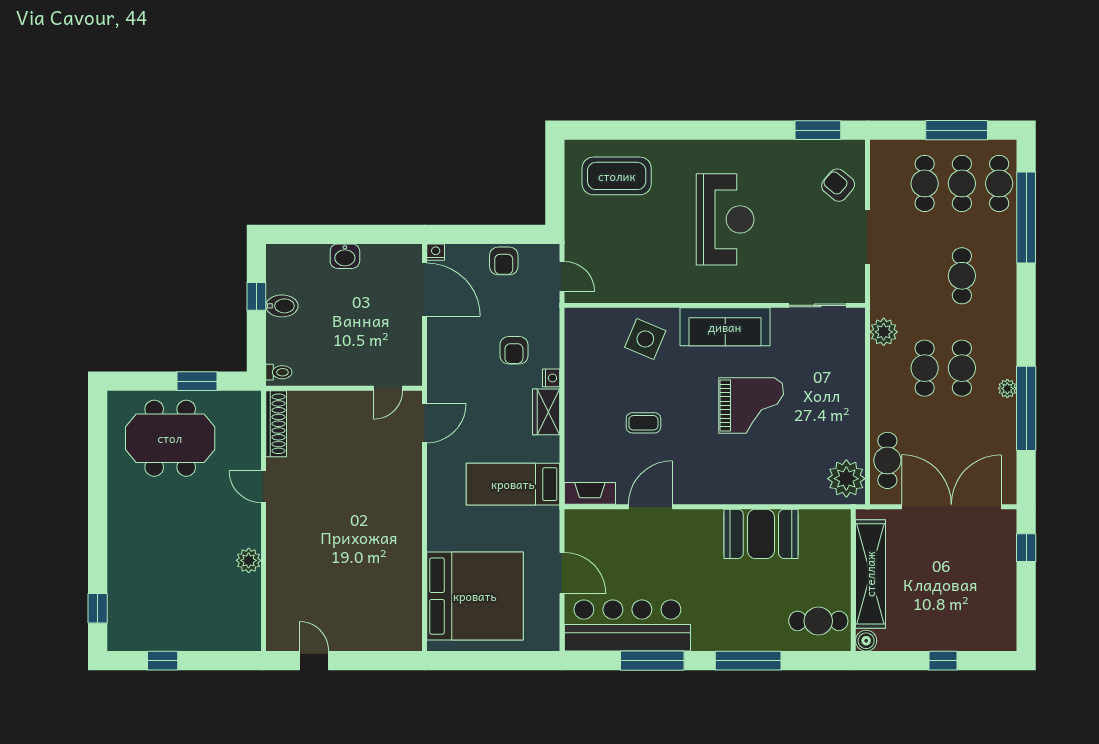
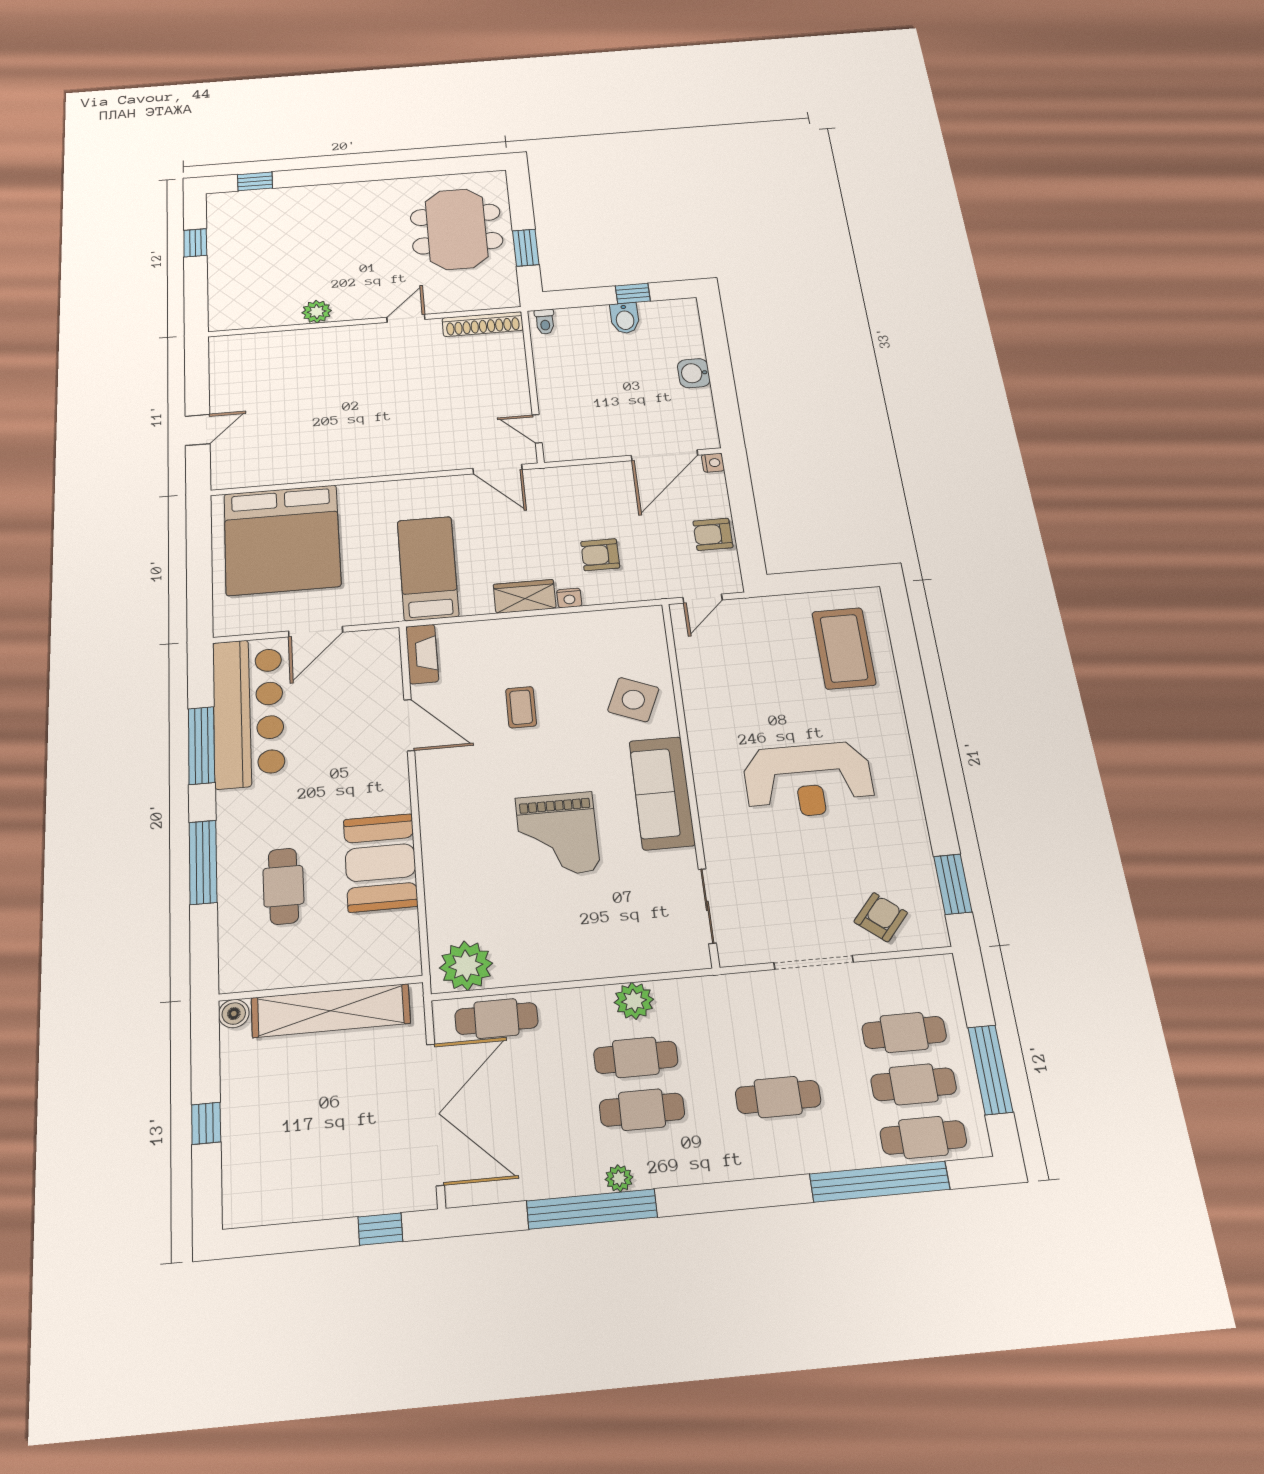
plant: (884, 332) -> (634, 1001), moved
cafe table: (818, 621) -> (283, 886), moved
door: (314, 661) -> (198, 430), moved

